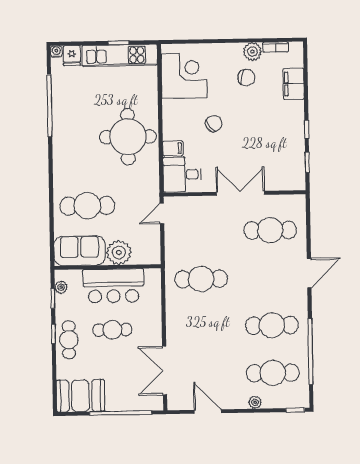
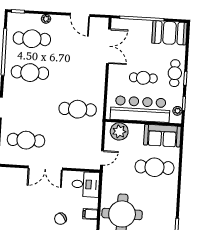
filing cabinet: (173, 148) -> (90, 214), moved
plant: (119, 253) -> (119, 131), moved
bar counter: (113, 286) -> (140, 109), width x1.36

